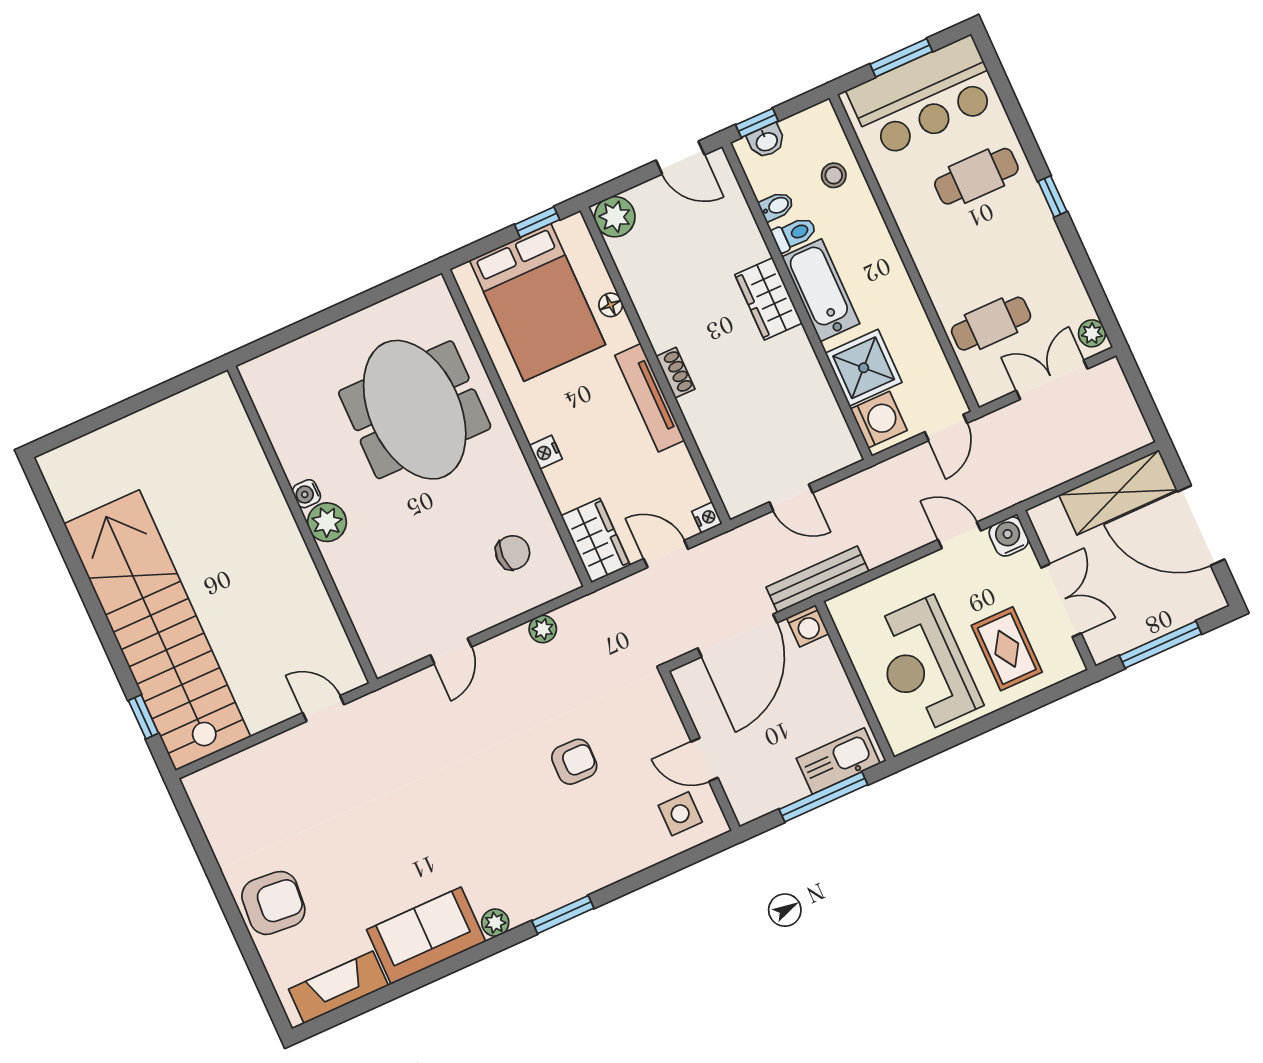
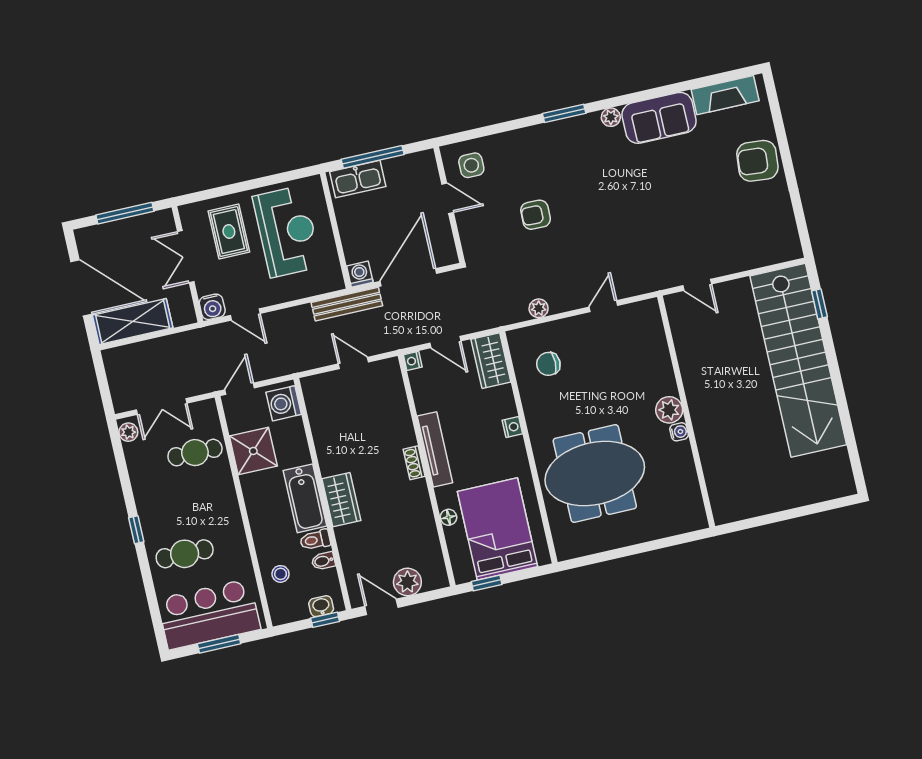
plant: (615, 217) -> (407, 582), moved
shower: (864, 368) -> (253, 451), moved
meeting table: (415, 410) -> (595, 474), turned 90

